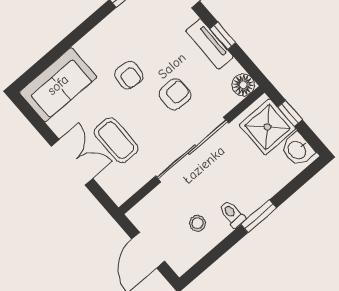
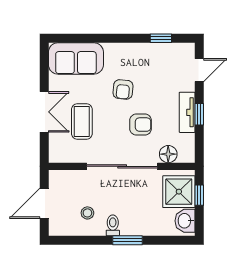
floor lamp: (243, 85) -> (168, 154), moved

